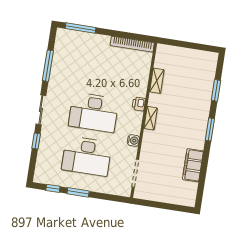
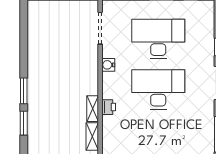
window: (216, 90) -> (24, 123), moved
shelving: (151, 118) -> (93, 109), moved
filing cabinet: (193, 165) -> (37, 47), removed

